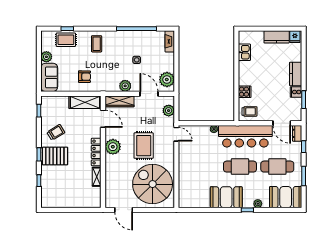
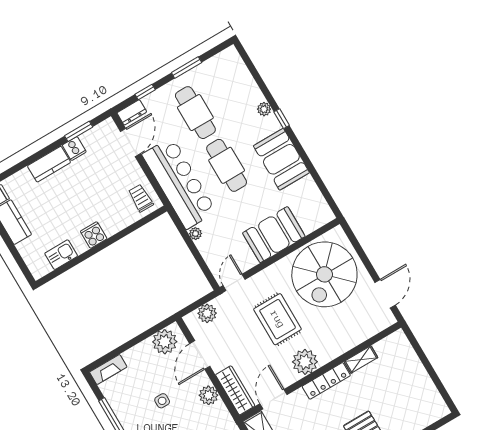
cooker: (245, 92) -> (94, 235), moved
rug: (144, 146) -> (278, 319), turned 90
booth: (286, 197) -> (274, 235), moved, turned 90

